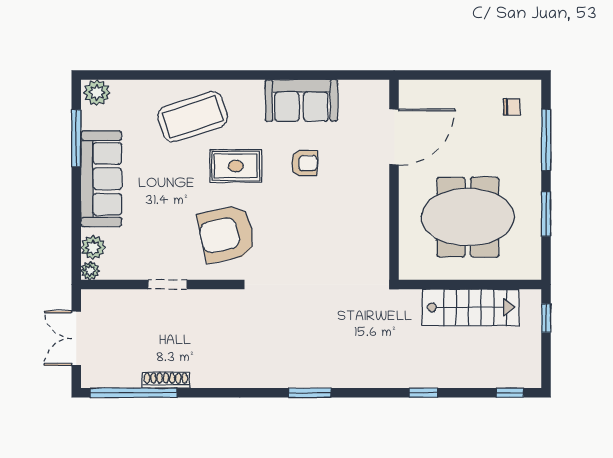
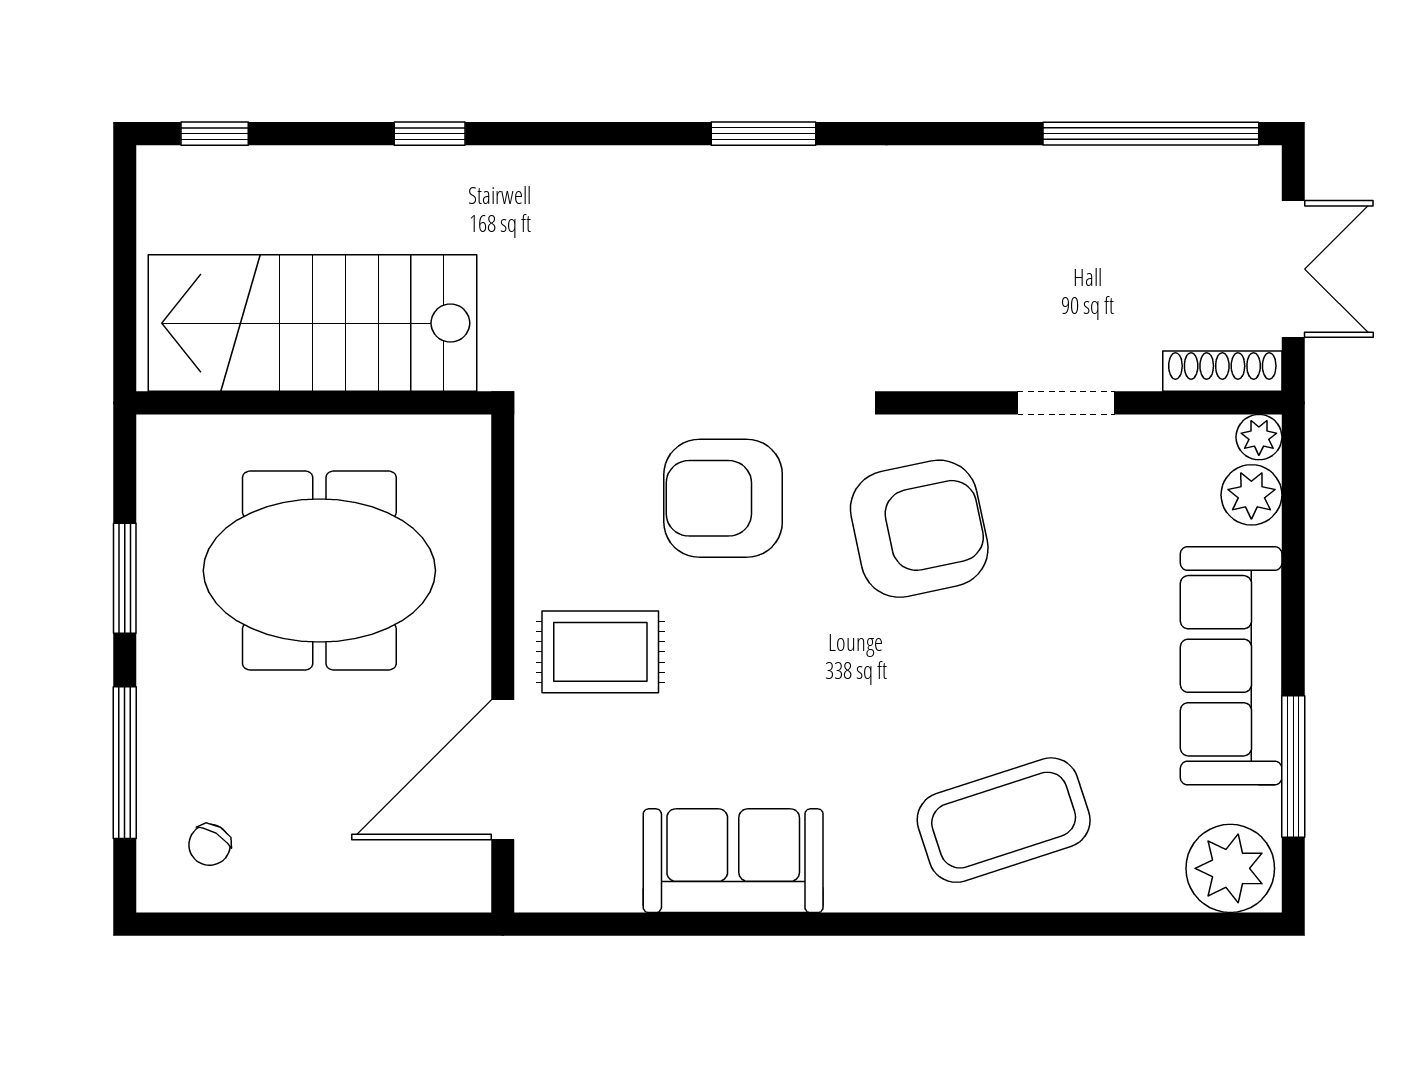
plant: (97, 93) -> (1230, 868), width x1.36, depth x1.36
chair: (512, 107) -> (210, 845), turned -59
armchair: (304, 163) -> (723, 498), moved, width x1.88, depth x1.88
rug: (236, 166) -> (600, 652), moved
stairs: (471, 307) -> (313, 323), width x1.36, depth x1.51
window: (546, 318) -> (125, 319), removed
shoe rack: (166, 380) -> (1222, 371), moved, turned 180
window: (310, 393) -> (763, 134), moved

